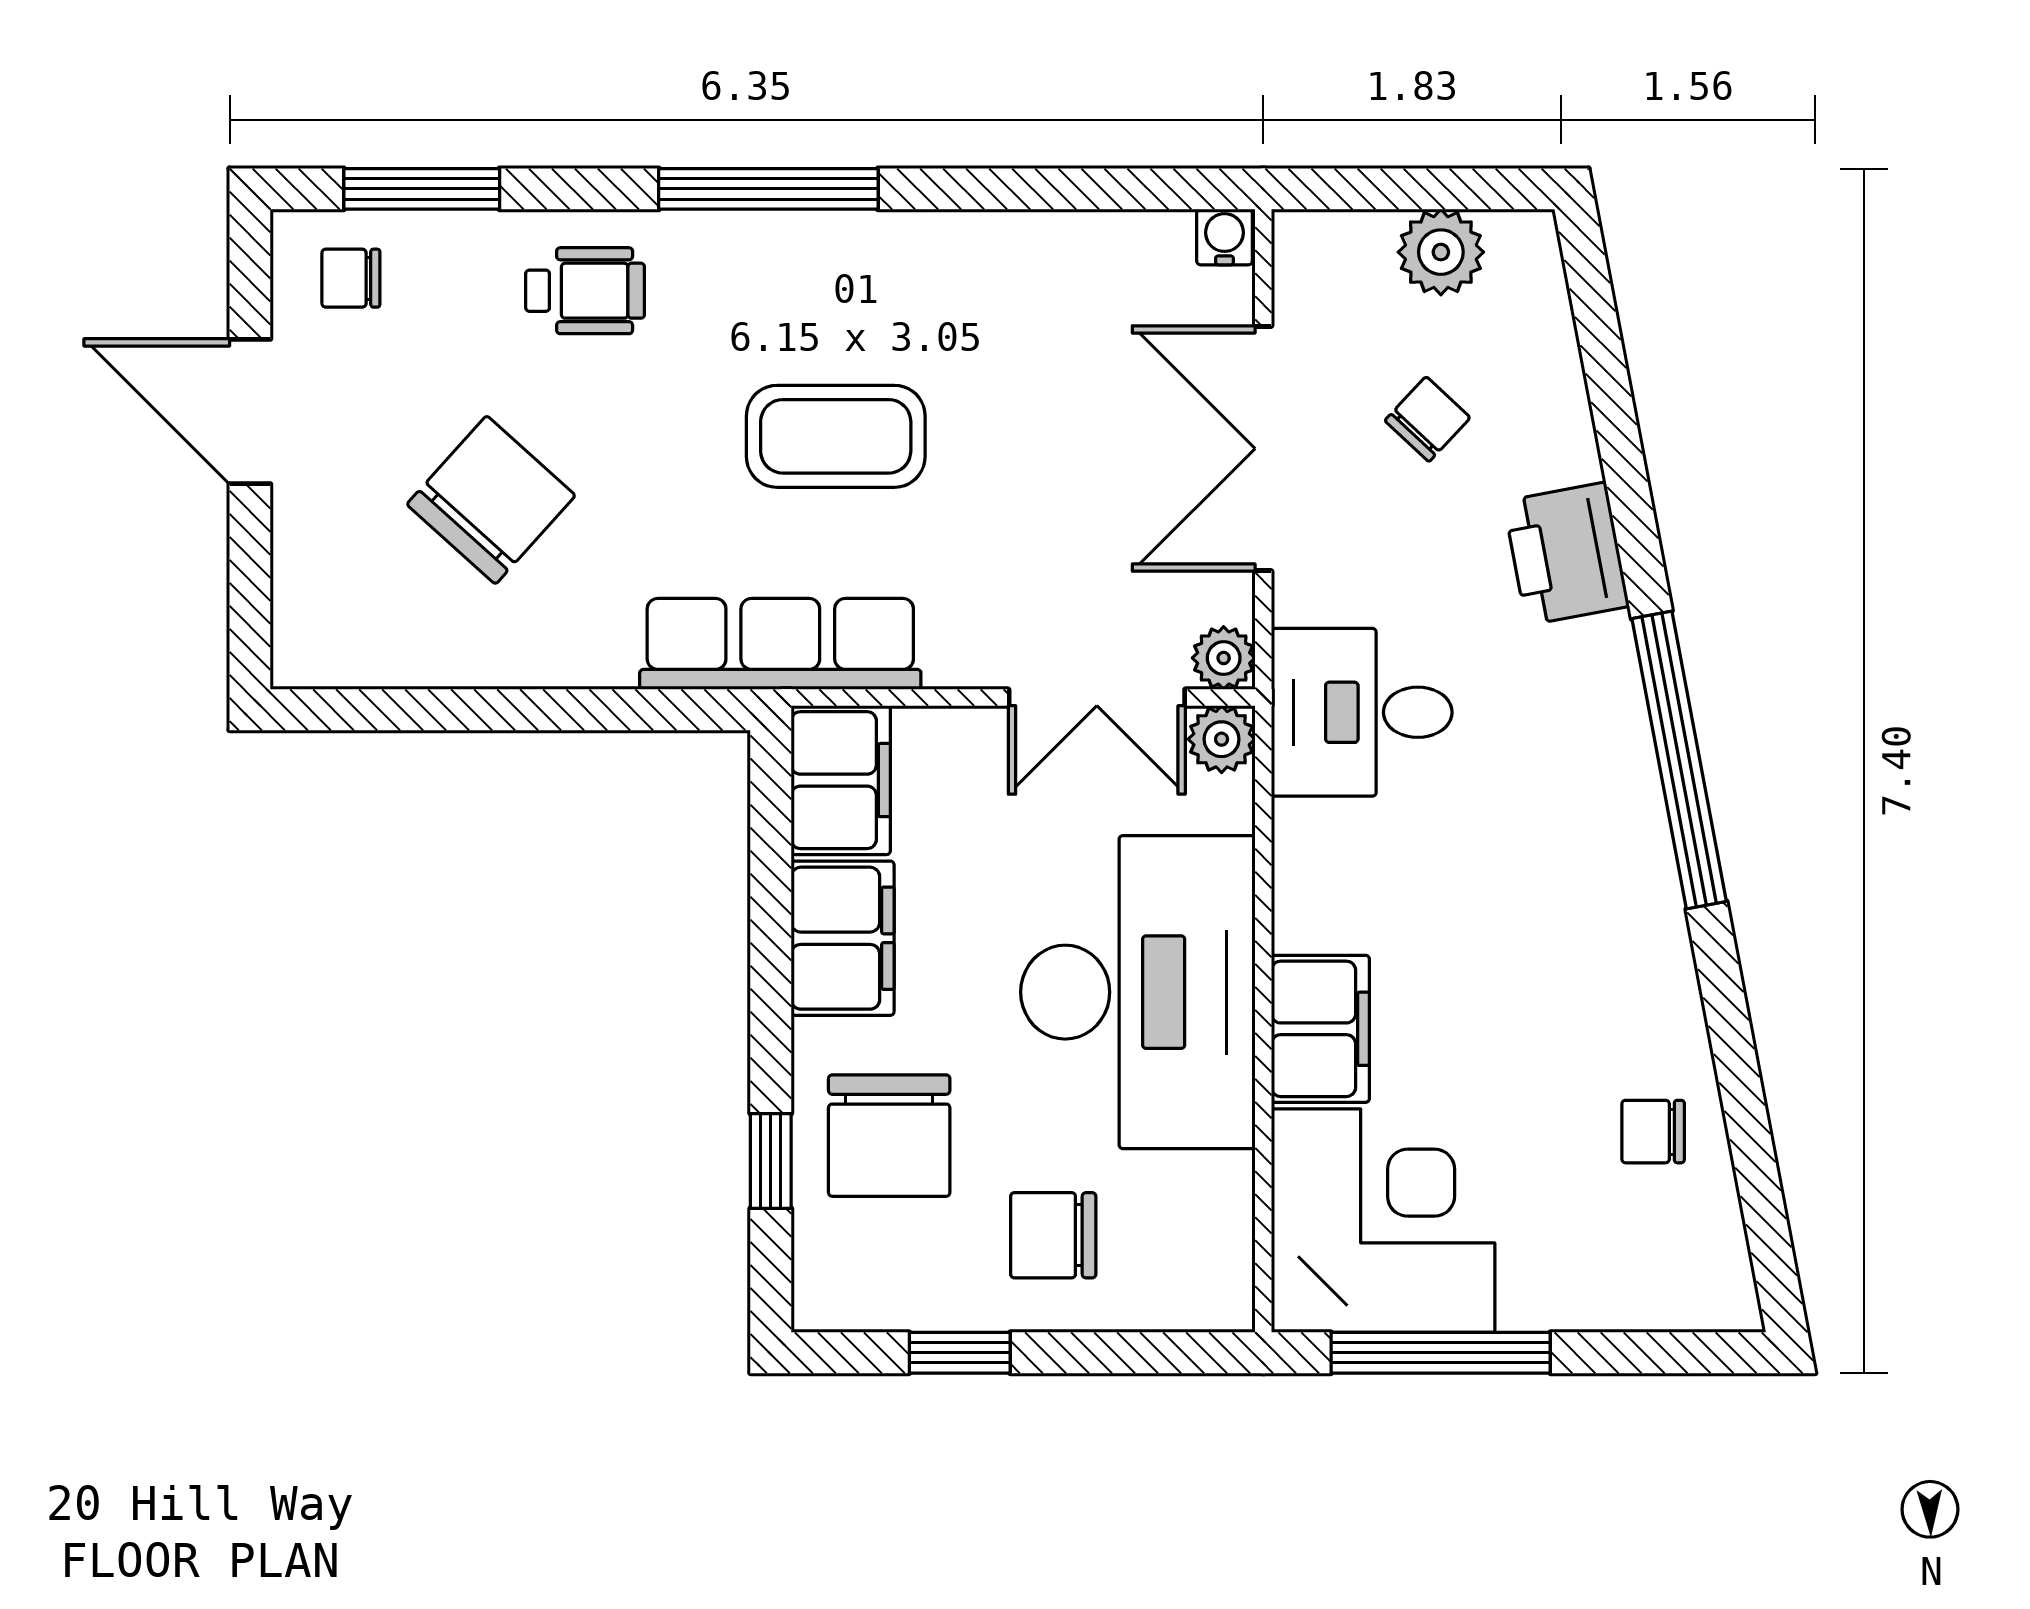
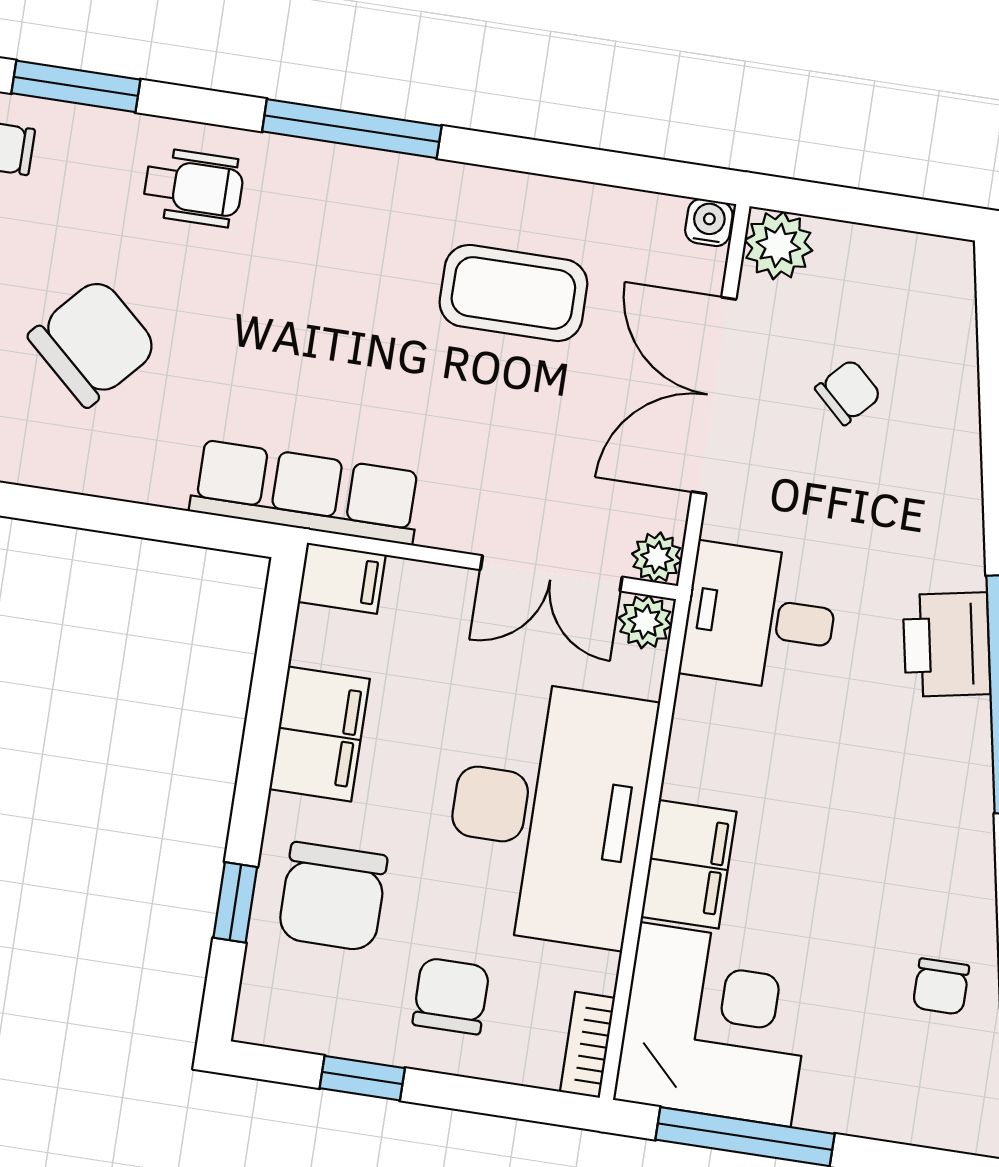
plant: (1441, 252) -> (778, 245), moved
coffee table: (836, 436) -> (513, 293), moved
printer: (1566, 554) -> (947, 645), moved
filing cabinet: (841, 780) -> (342, 578), width x0.50
chair: (1653, 1132) -> (941, 986), turned -90
chair: (1053, 1235) -> (451, 996), turned 90
bookcase: (1230, 1270) -> (587, 1045), added

